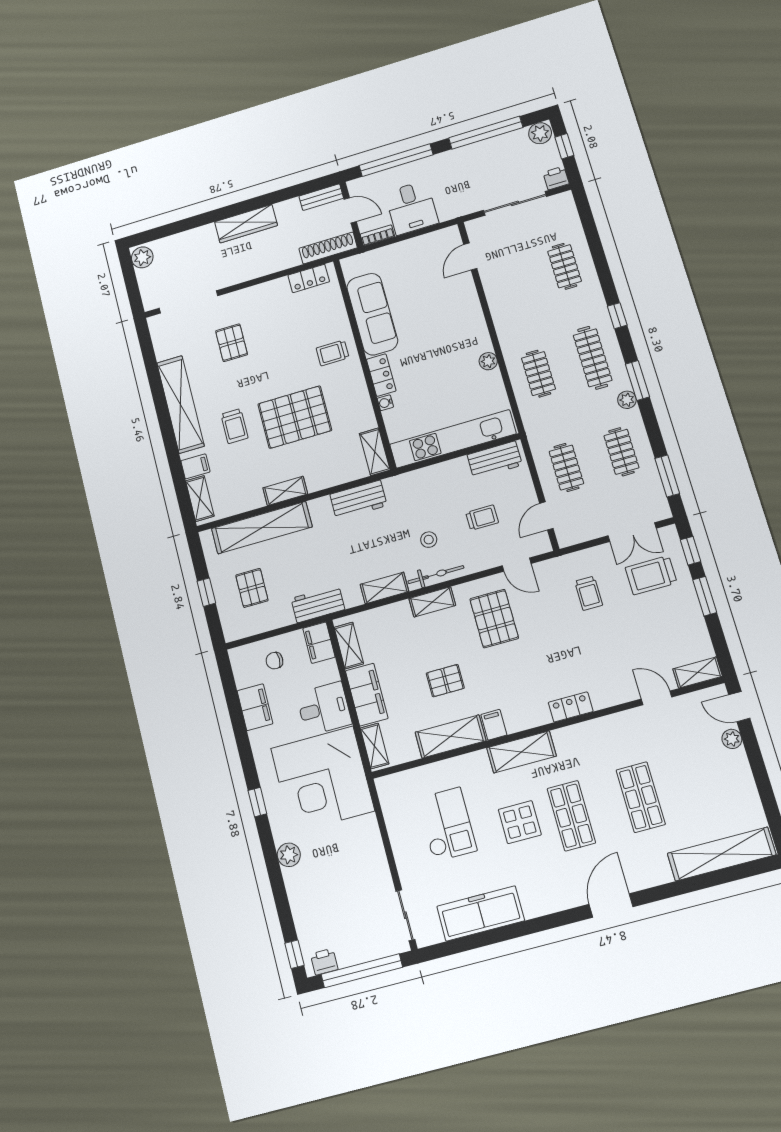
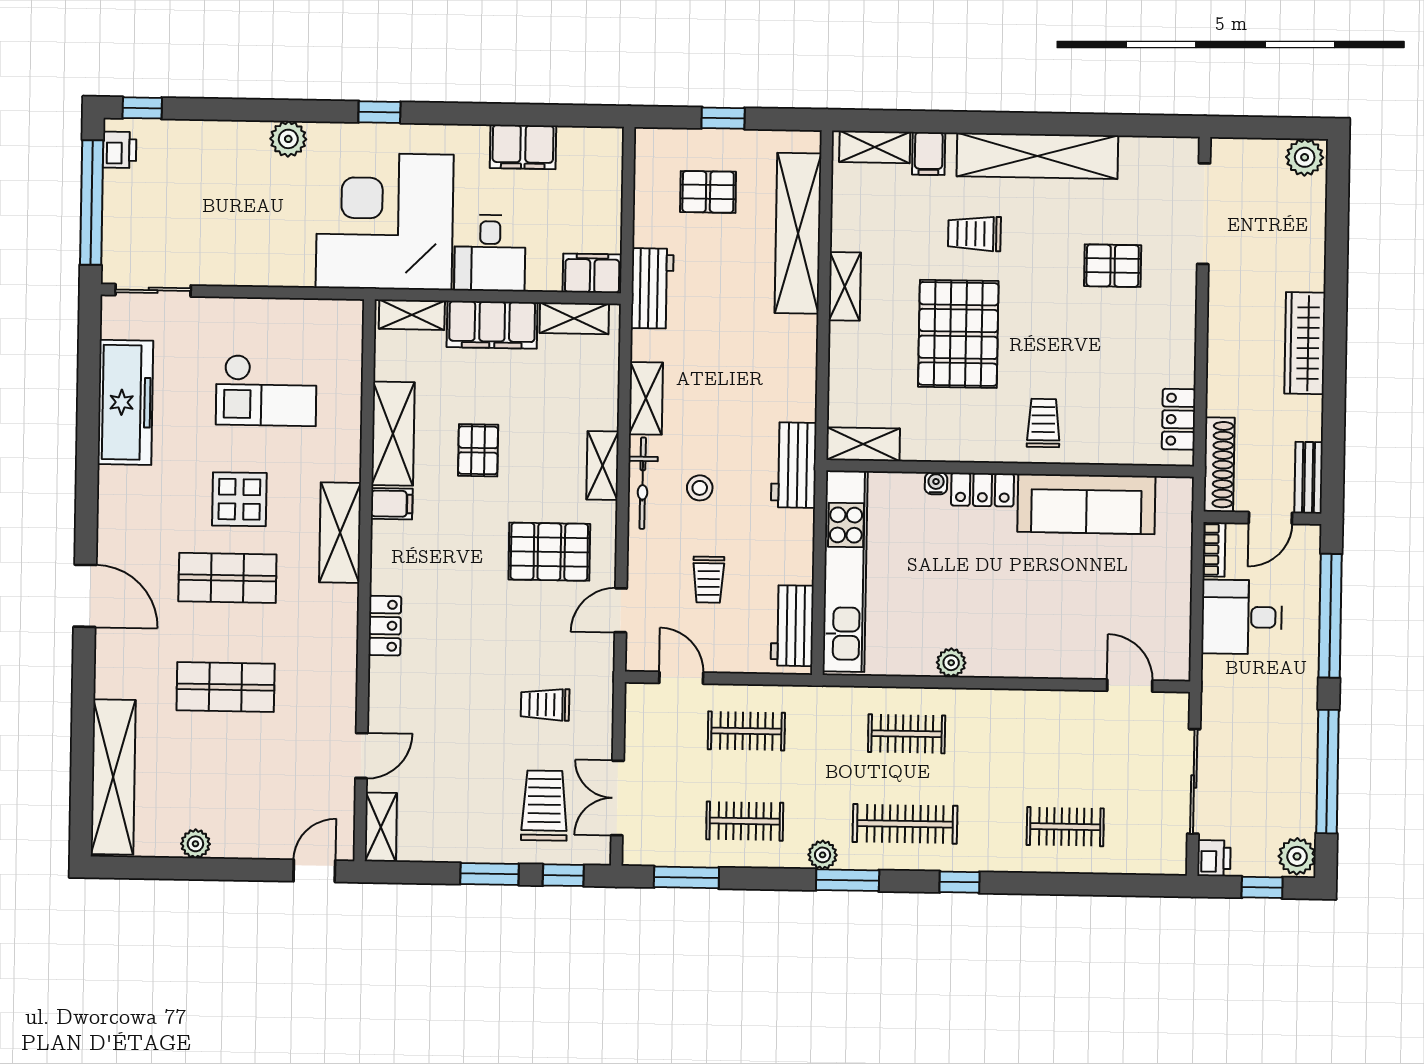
workbench: (358, 500) -> (794, 465), moved
chair: (274, 661) -> (585, 197), removed
plant: (732, 739) -> (195, 844), moved

